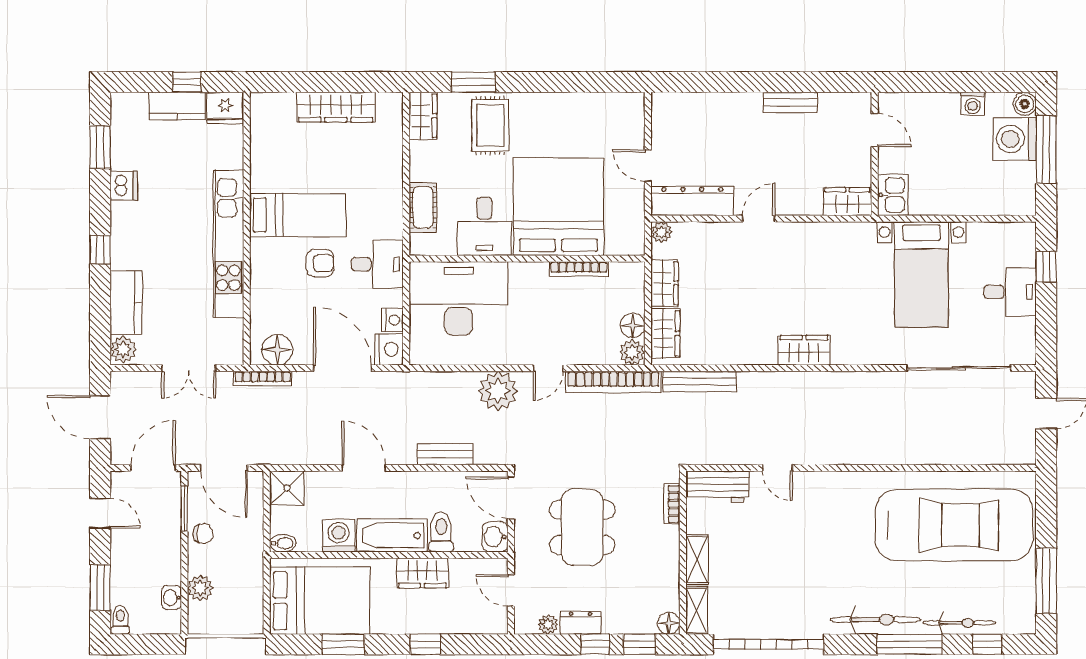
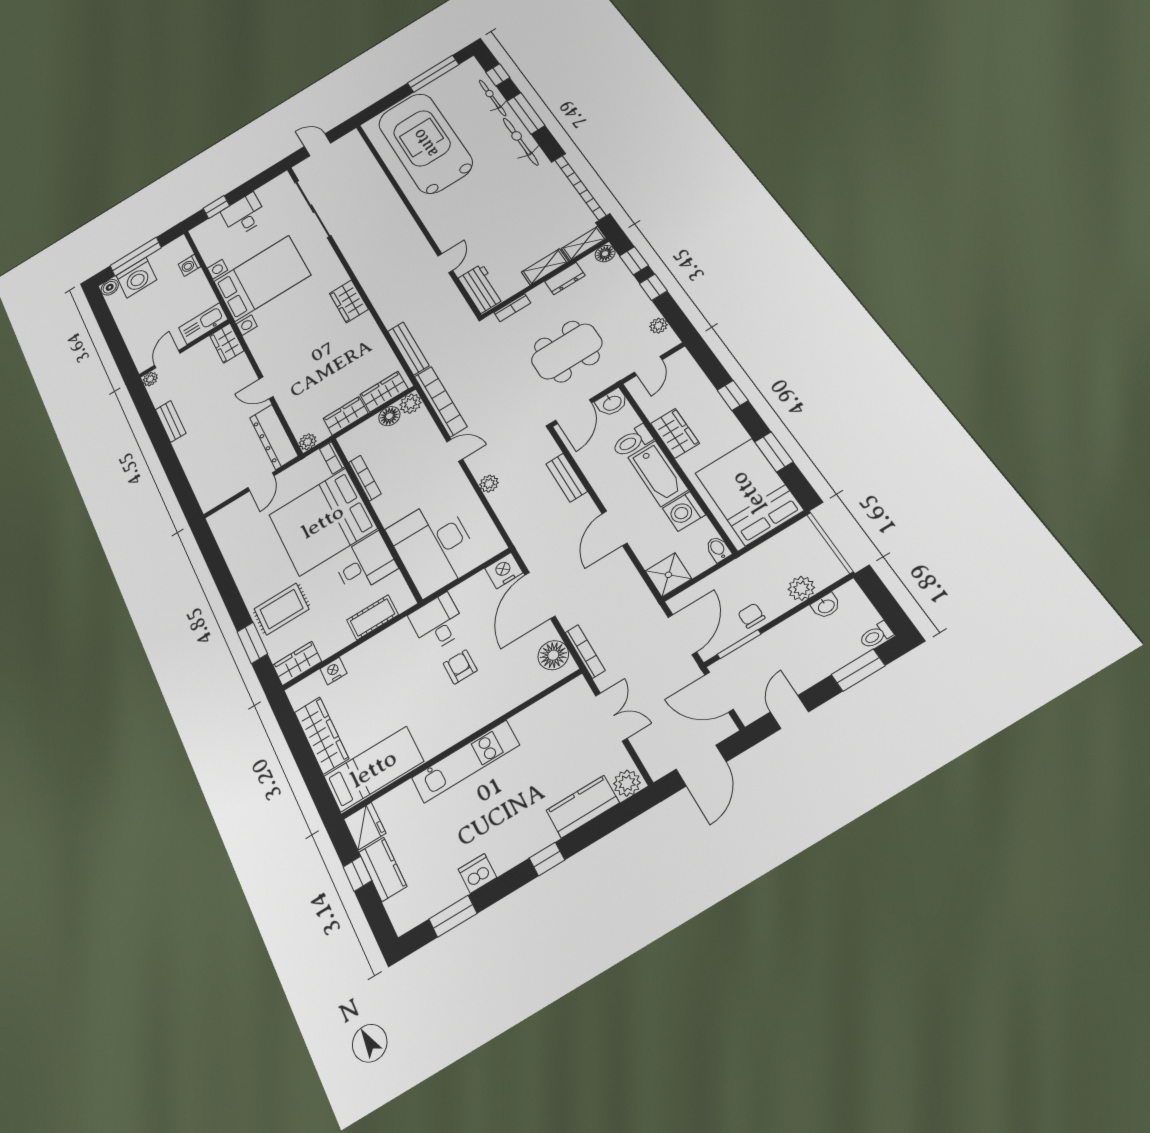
plant: (862, 102) -> (150, 379), added
washing machine: (973, 104) -> (189, 265), moved, turned 180
kitchen sink: (893, 195) -> (203, 324), width x1.38
bed: (298, 215) -> (374, 769), moved, turned 90
kitchen unit: (228, 244) -> (465, 761), width x0.73
bookcase: (625, 248) -> (332, 458), added
bed with nightstands: (921, 274) -> (262, 278), width x1.36
nightstand: (392, 320) -> (333, 671), moved
plant: (498, 391) -> (489, 484), width x0.53, depth x0.53
dresser: (581, 623) -> (565, 278), moved, turned -90

